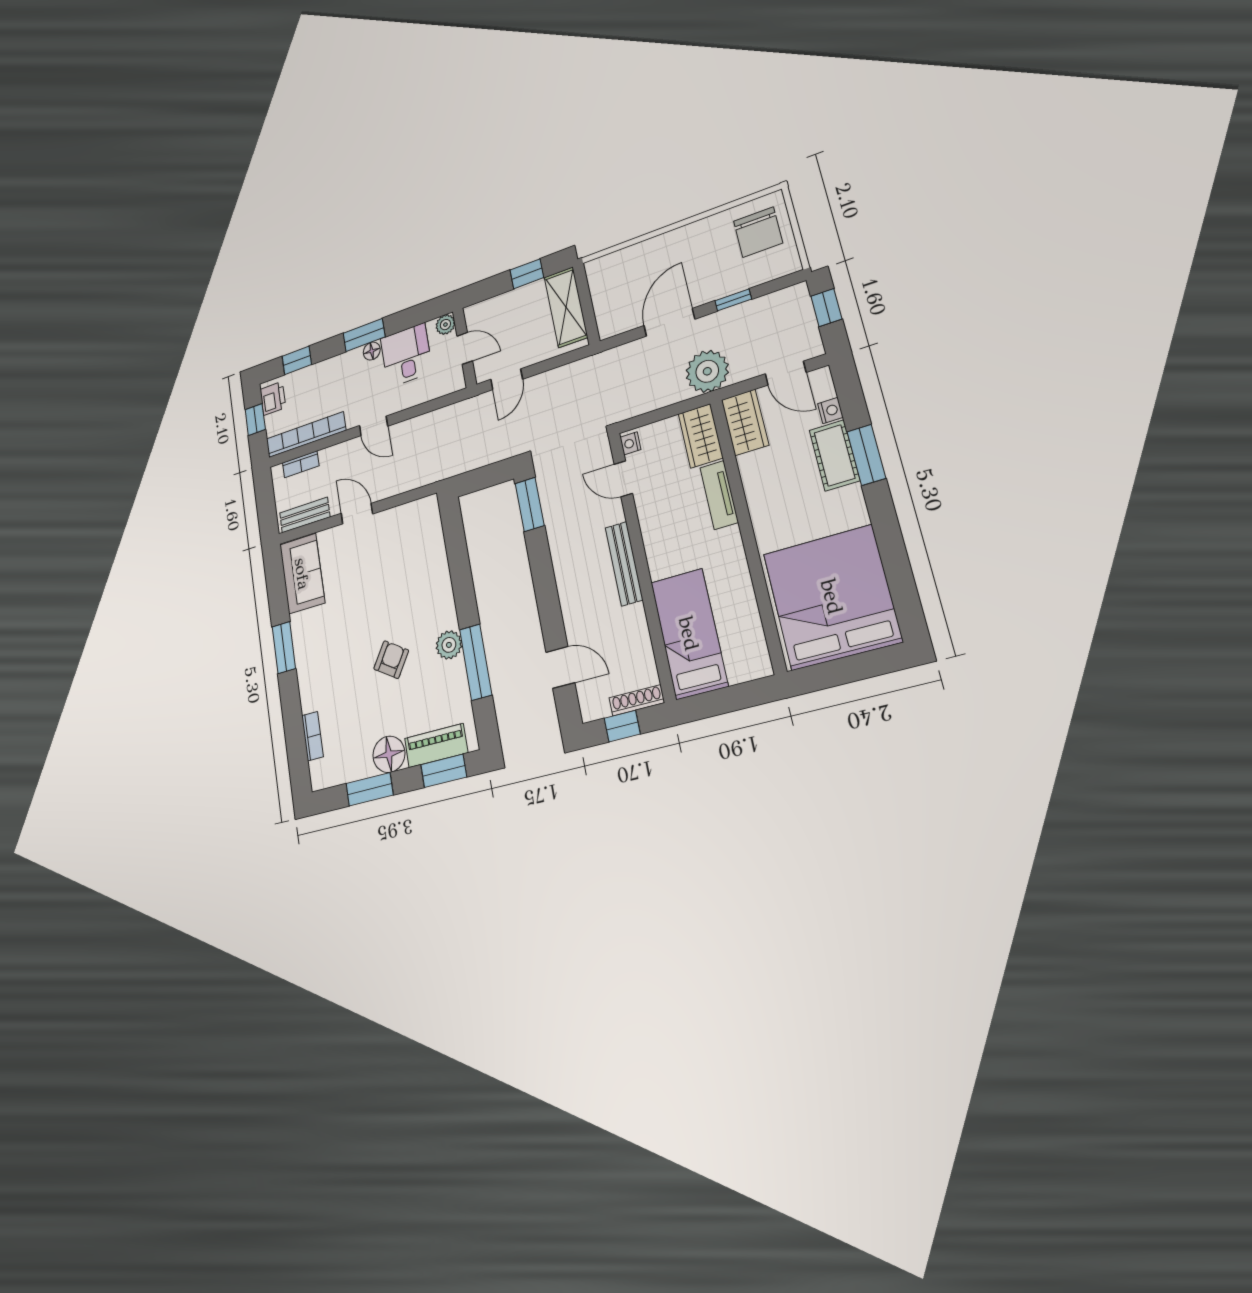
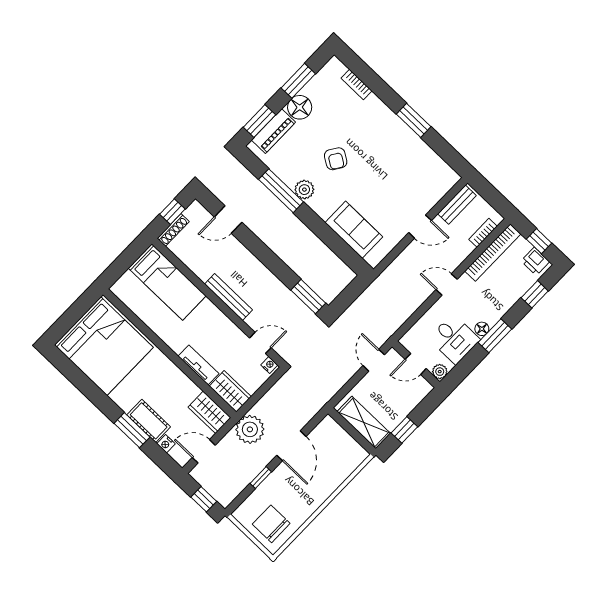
sofa: (302, 574) -> (354, 230), moved, turned 180

